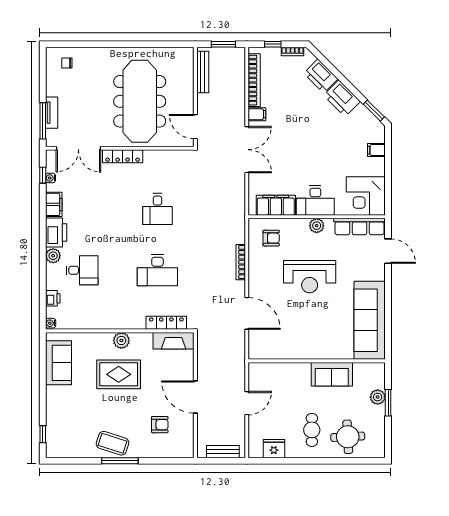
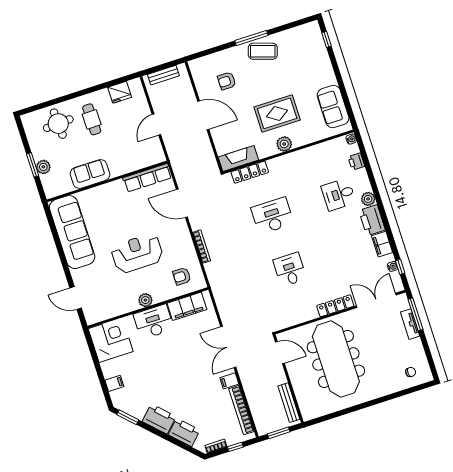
row of seats: (359, 227) -> (147, 178), moved, turned 180

